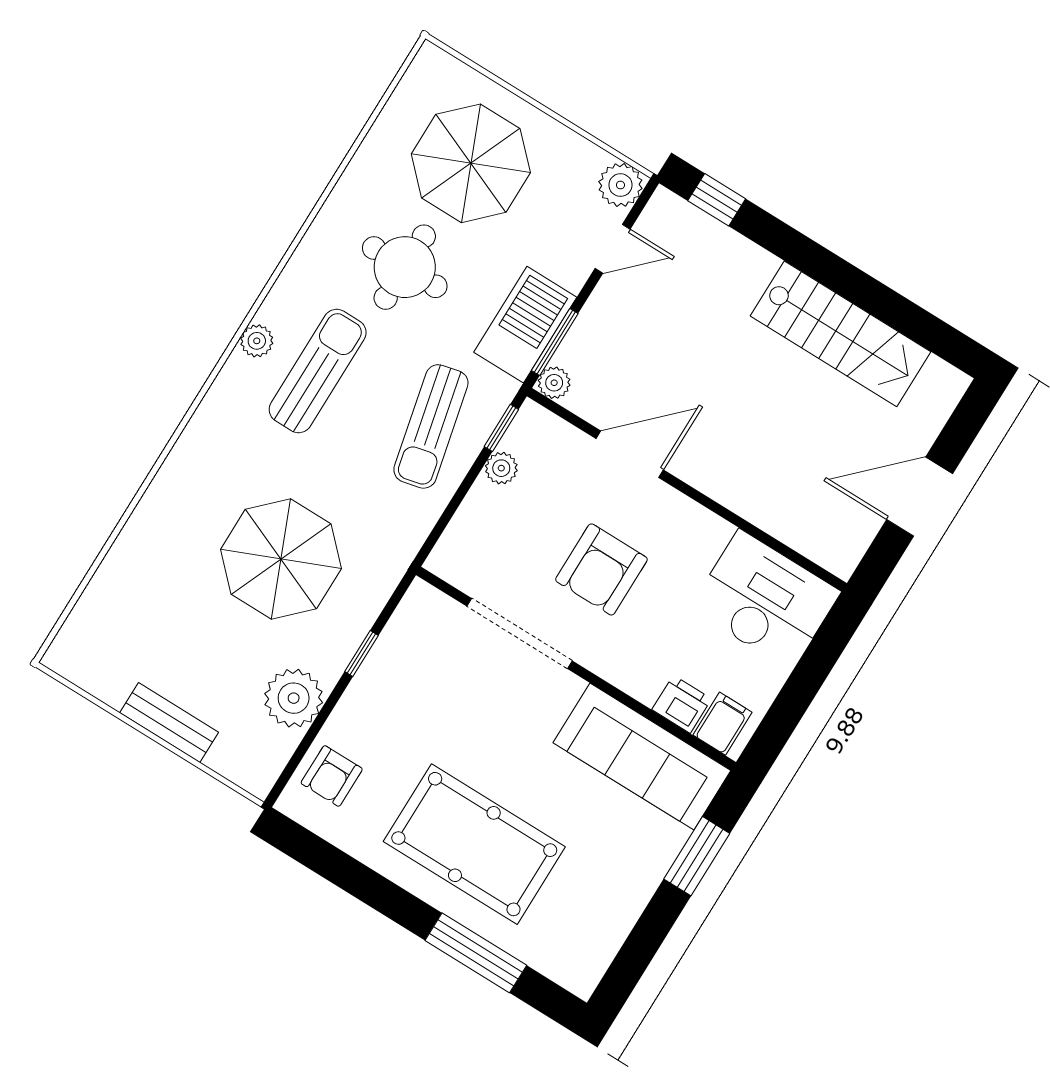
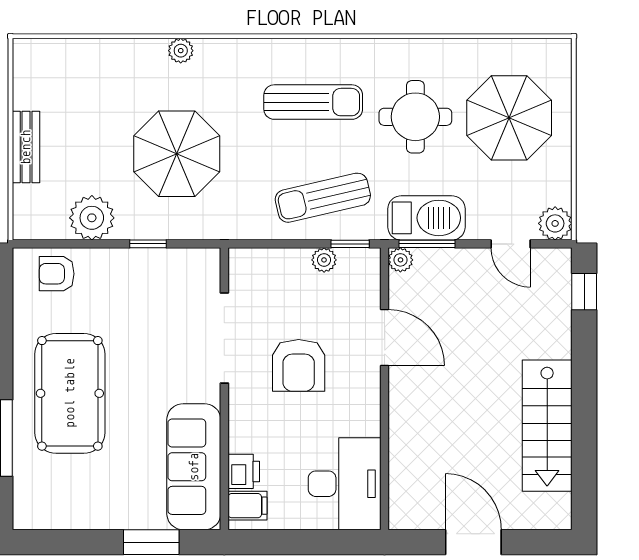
plant: (257, 341) -> (181, 51), moved
armchair: (601, 569) -> (299, 365), turned -90

